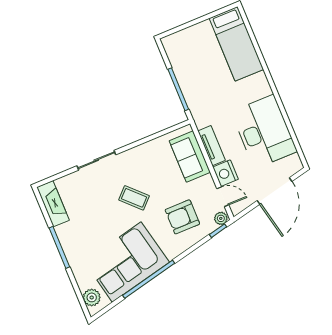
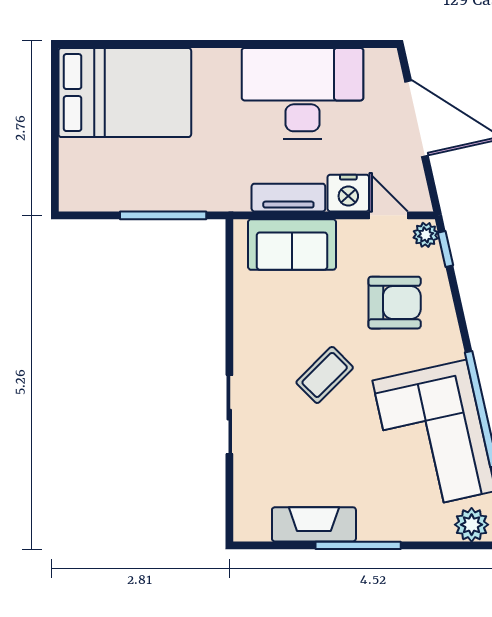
bed: (236, 44) -> (125, 93), width x1.50
door: (223, 197) -> (389, 215), hinge flipped
fireplace: (53, 204) -> (314, 524), moved
armchair: (182, 217) -> (395, 303), turned -90

